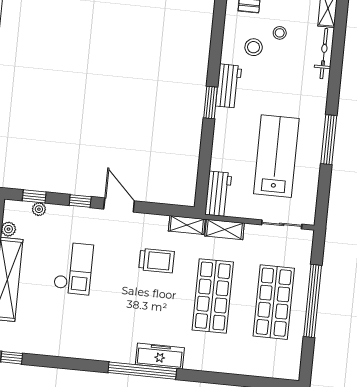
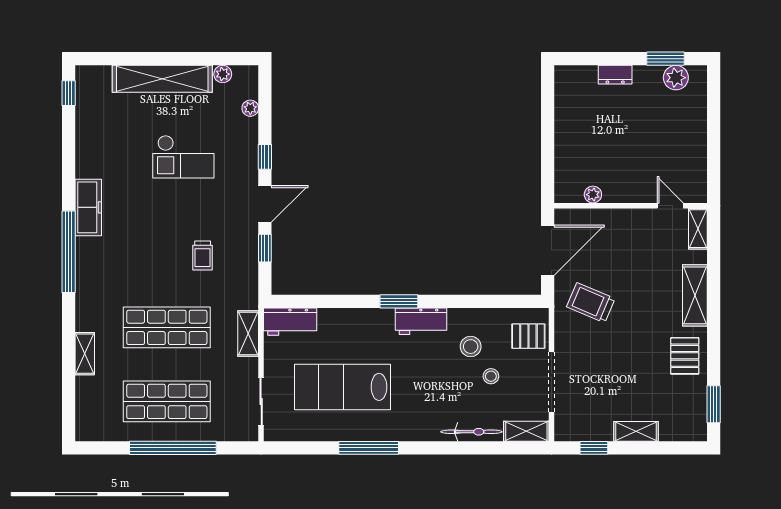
lab bench: (276, 156) -> (342, 387), turned 180
window: (34, 196) -> (265, 248), moved
shelving: (187, 225) -> (85, 354), moved
trolley: (156, 261) -> (203, 256), width x0.73, depth x0.72
freezer: (160, 356) -> (88, 207), moved

